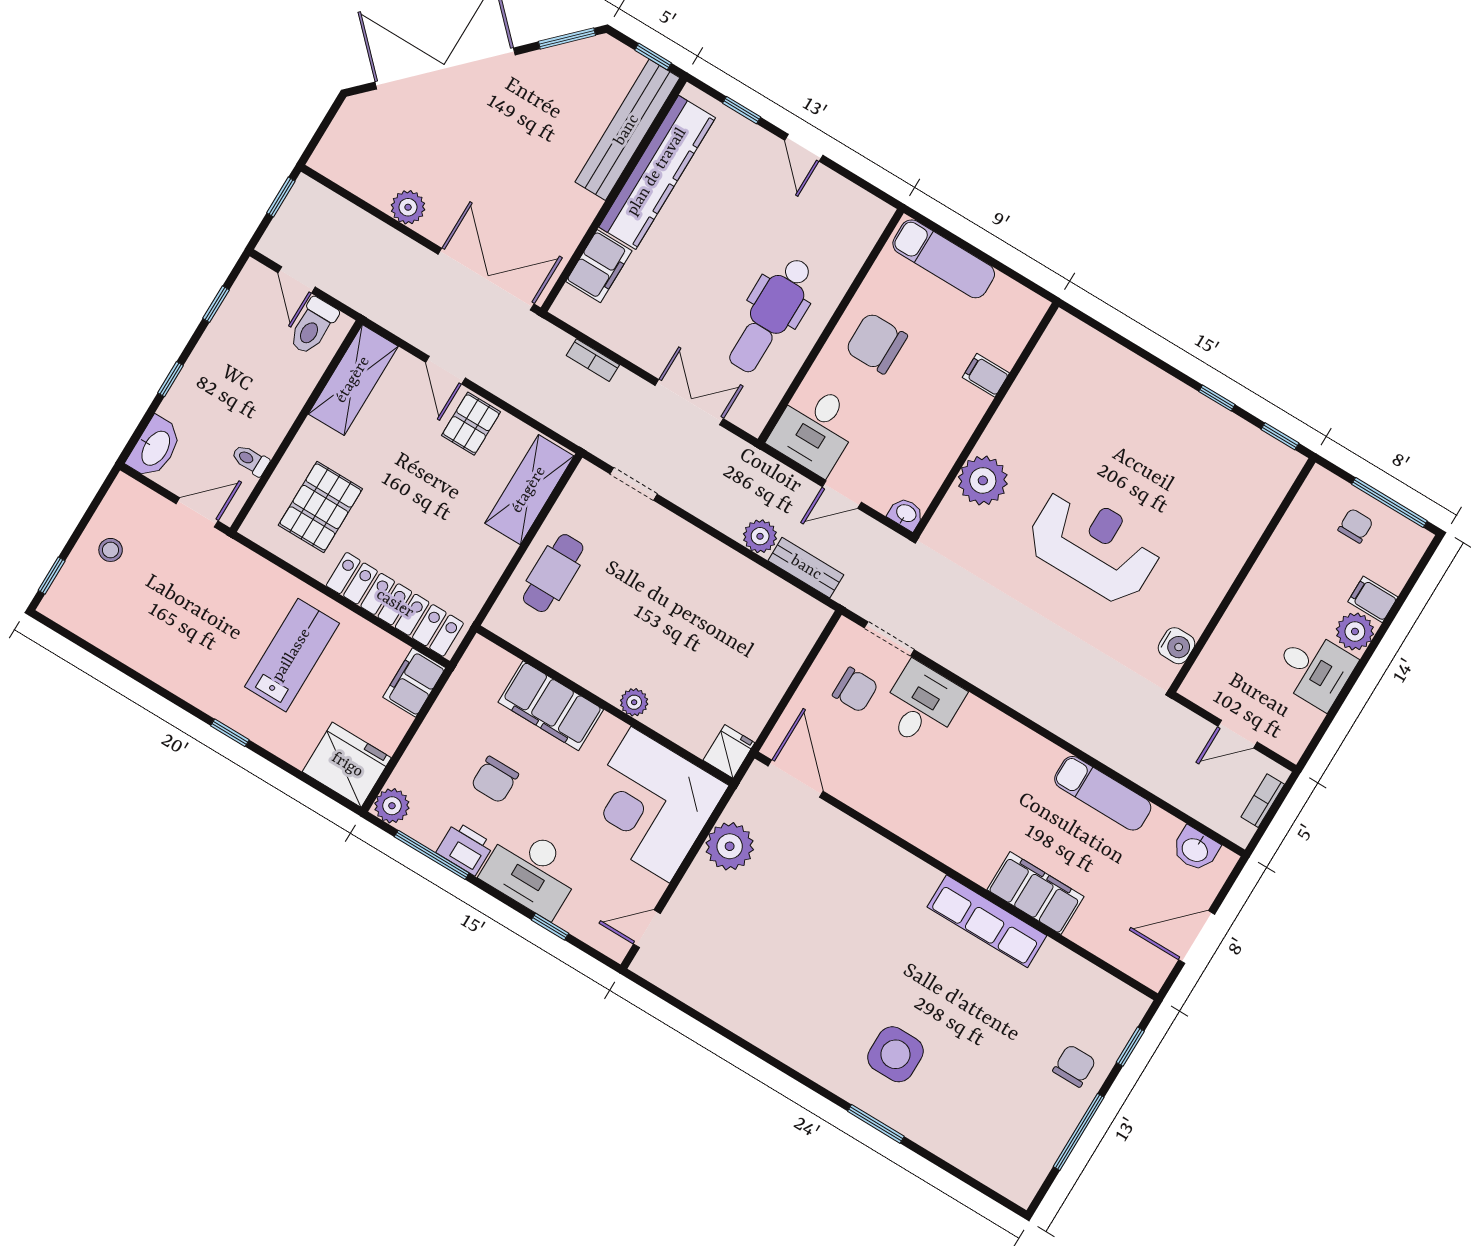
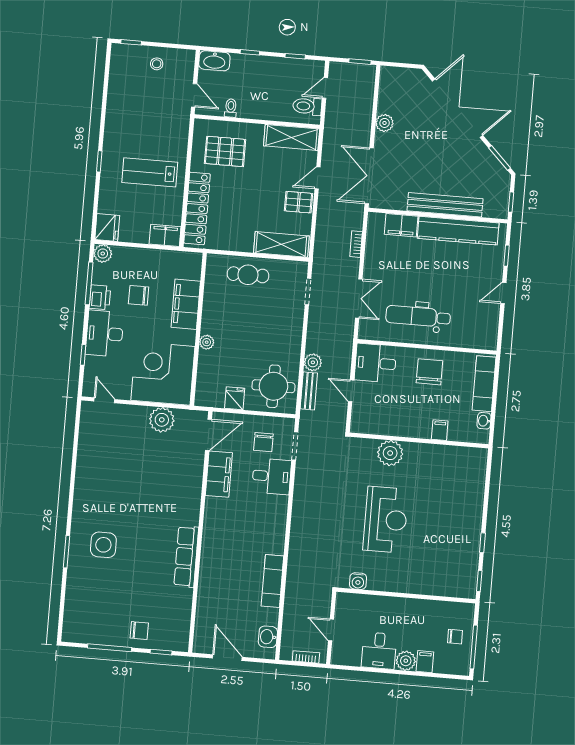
bench: (627, 130) -> (445, 205), moved
double door: (486, 279) -> (369, 176), swing flipped
washbasin: (906, 514) -> (484, 421), moved, turned 180
round table: (768, 625) -> (273, 386), added
lab bench: (292, 655) -> (150, 172), turned 180
fridge: (729, 751) -> (235, 398), moved, turned -90
fridge: (347, 765) -> (107, 228), width x0.73, depth x0.75
filing cabinet: (1035, 893) -> (219, 474), moved

